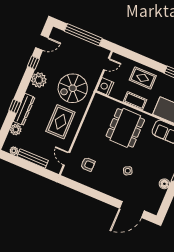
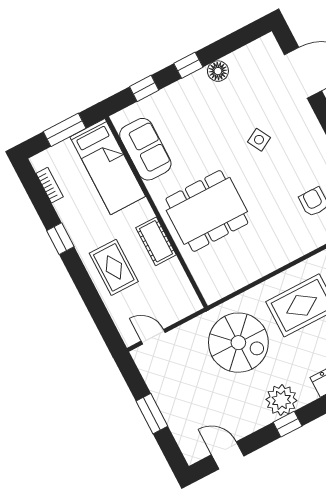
window: (83, 35) -> (152, 414), width x0.47
window: (33, 63) -> (288, 424), moved
nightstand: (105, 87) -> (185, 303), removed

